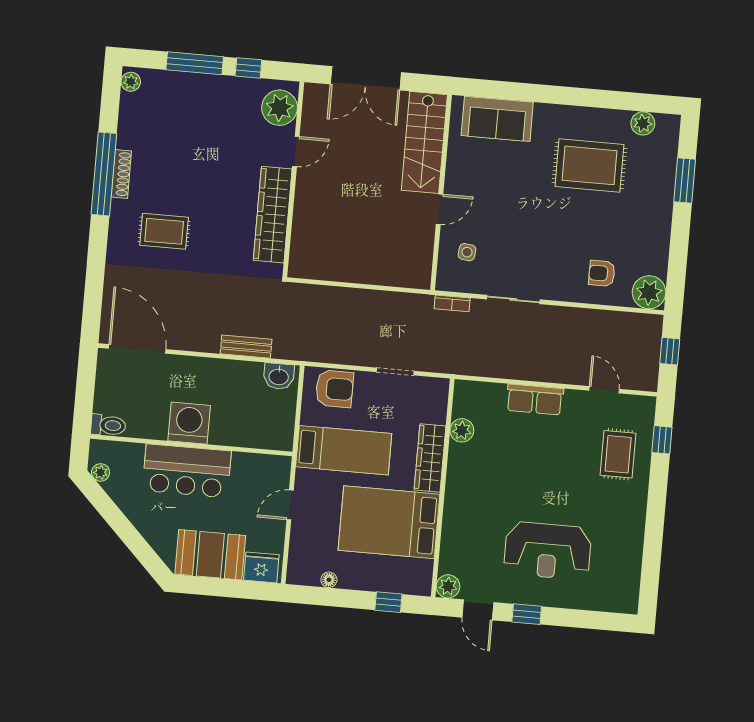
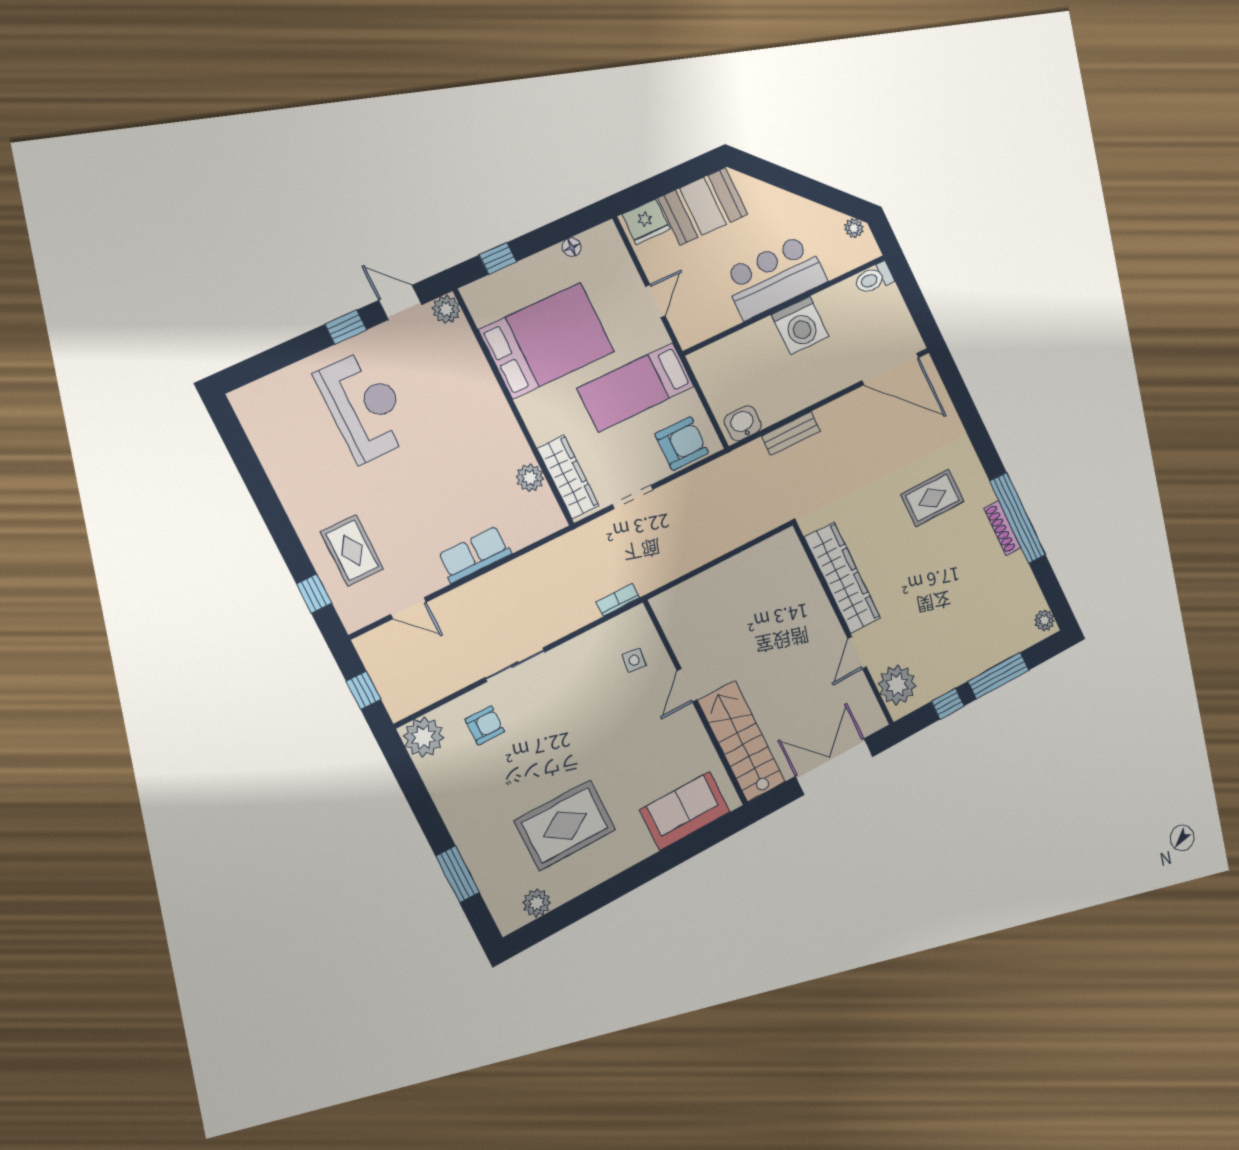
sliding door: (513, 299) -> (515, 665), moved
armchair: (334, 389) -> (682, 443), turned 180
wardrobe: (430, 458) -> (568, 477), moved
reception desk: (548, 551) -> (365, 406), turned 90

